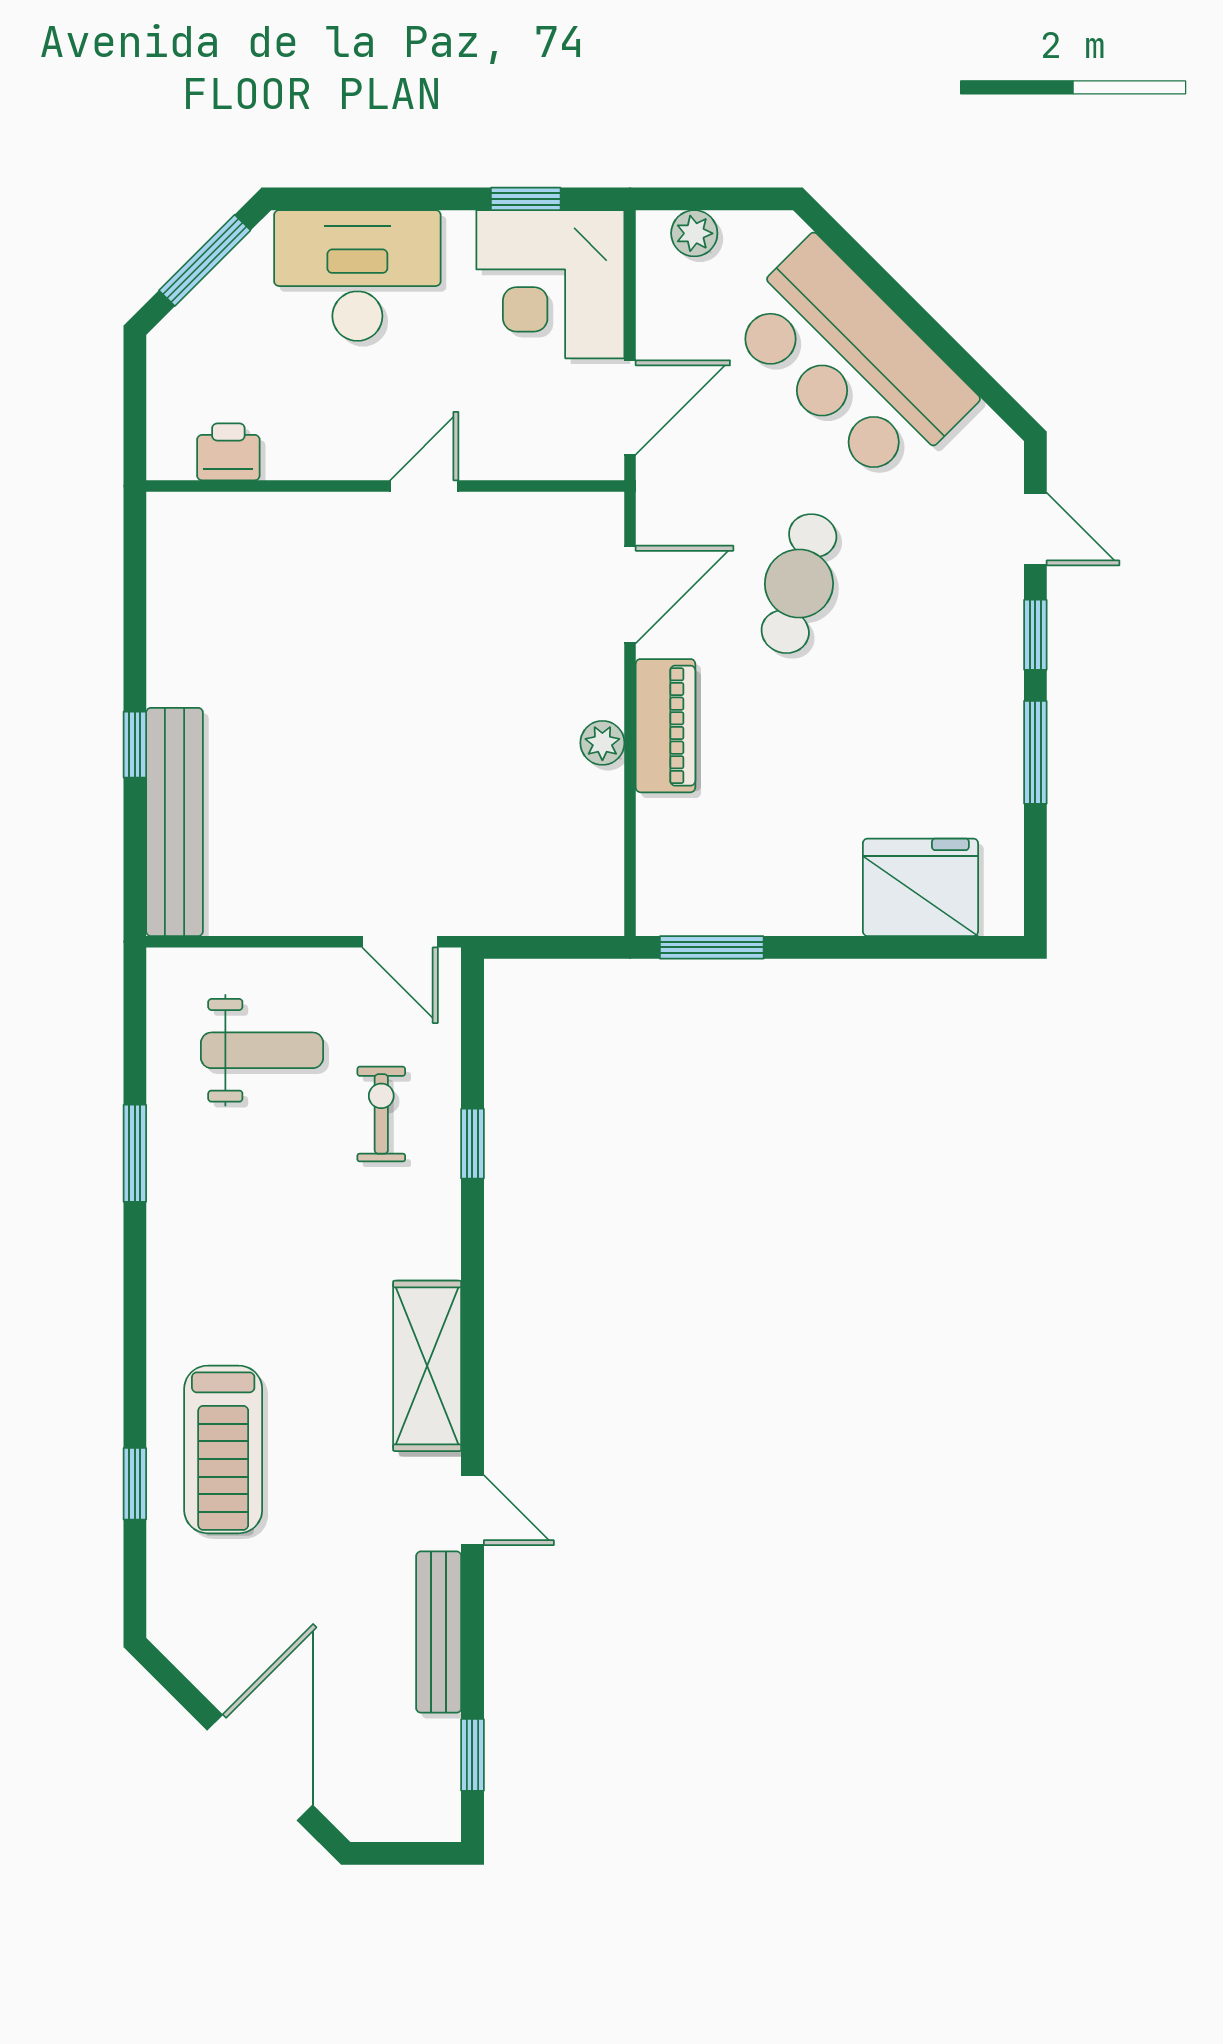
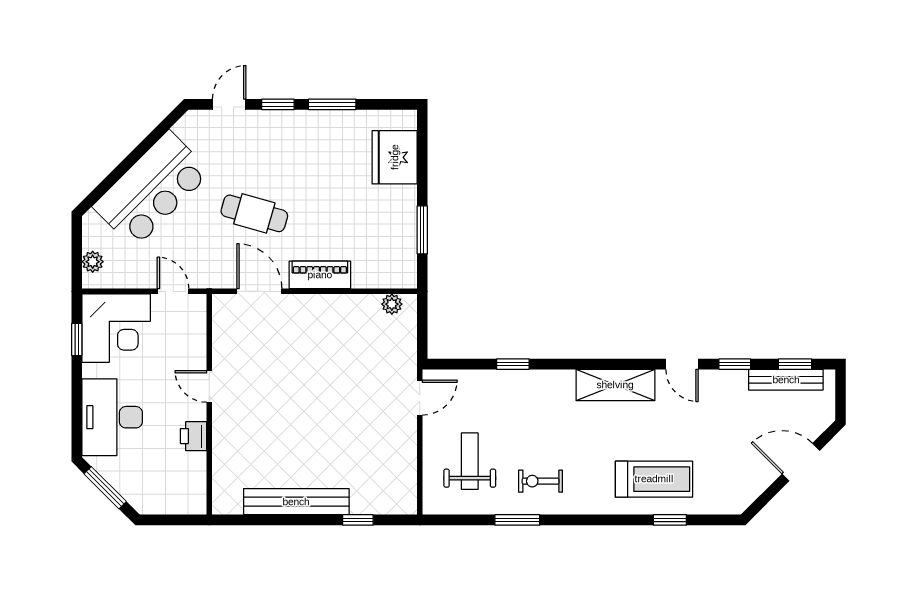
door: (630, 407) -> (173, 291), width x0.73
printer: (228, 452) -> (194, 436), moved
plant: (602, 743) -> (392, 304), moved
window: (135, 745) -> (358, 520), moved
bench: (175, 822) -> (296, 502), moved
window: (712, 947) -> (422, 230), moved
exercise bike: (381, 1114) -> (541, 481), moved
door: (472, 1510) -> (682, 364), swing flipped
window: (472, 1624) -> (735, 364), added
bench: (439, 1632) -> (786, 380), moved
door: (260, 1768) -> (801, 462), width x0.73

